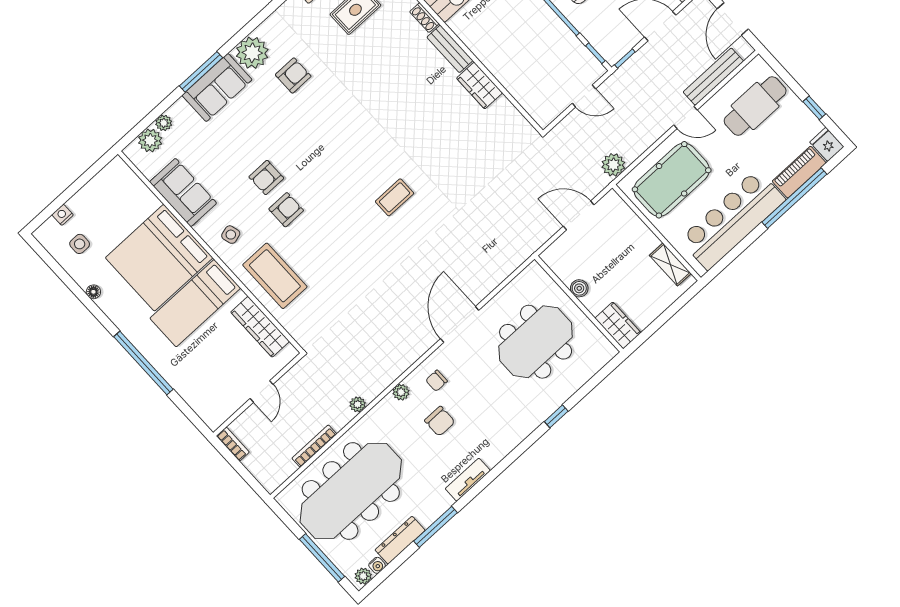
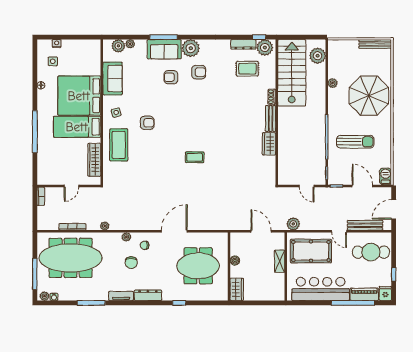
armchair: (266, 177) -> (171, 77), moved
shelving: (670, 264) -> (280, 261), moved
dresser: (400, 540) -> (148, 295), moved

